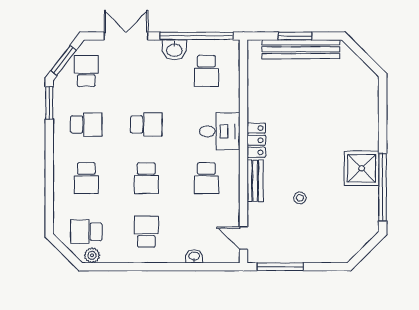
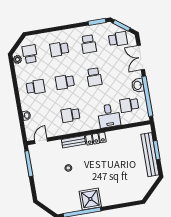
double door: (126, 36) -> (141, 58), swing flipped
desk: (220, 131) -> (109, 116), moved

